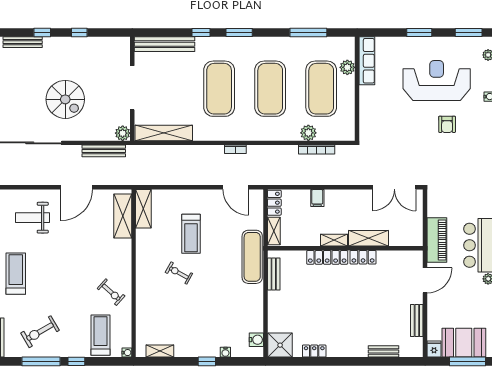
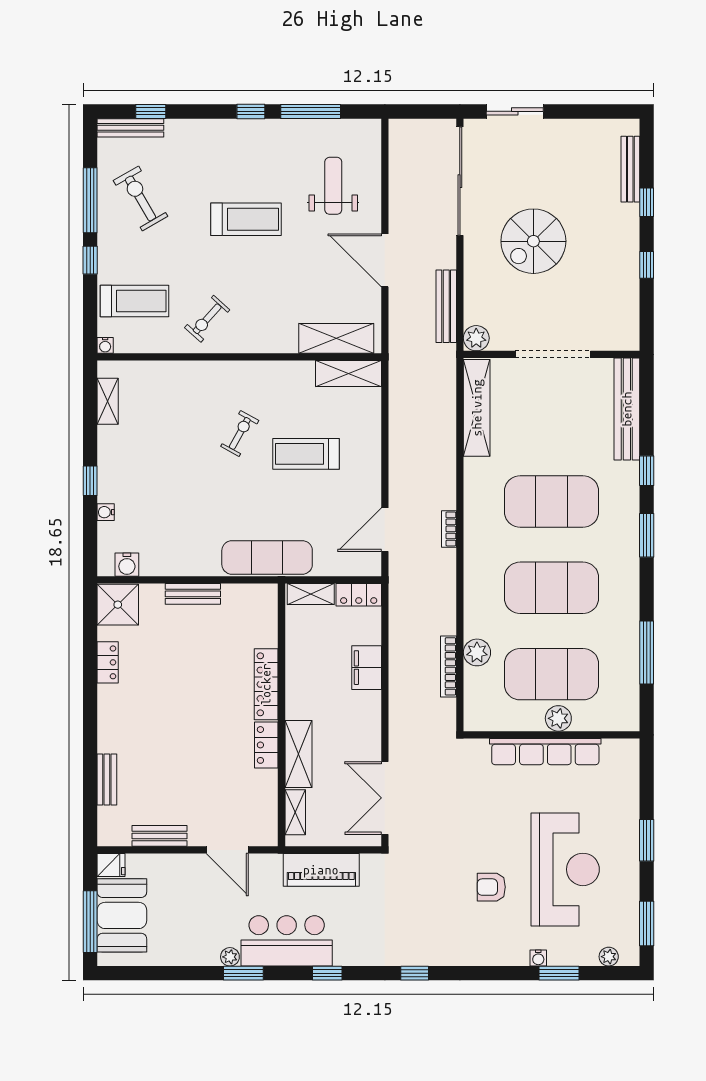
row of seats: (367, 61) -> (545, 752), moved, width x1.36
plant: (347, 67) -> (558, 718), moved
filing cabinet: (317, 198) -> (367, 668), width x2.00
shelving: (334, 240) -> (295, 812), moved
piano: (437, 240) -> (321, 870), moved
treadmill: (16, 274) -> (246, 219), moved
bench: (274, 274) -> (193, 594), moved

